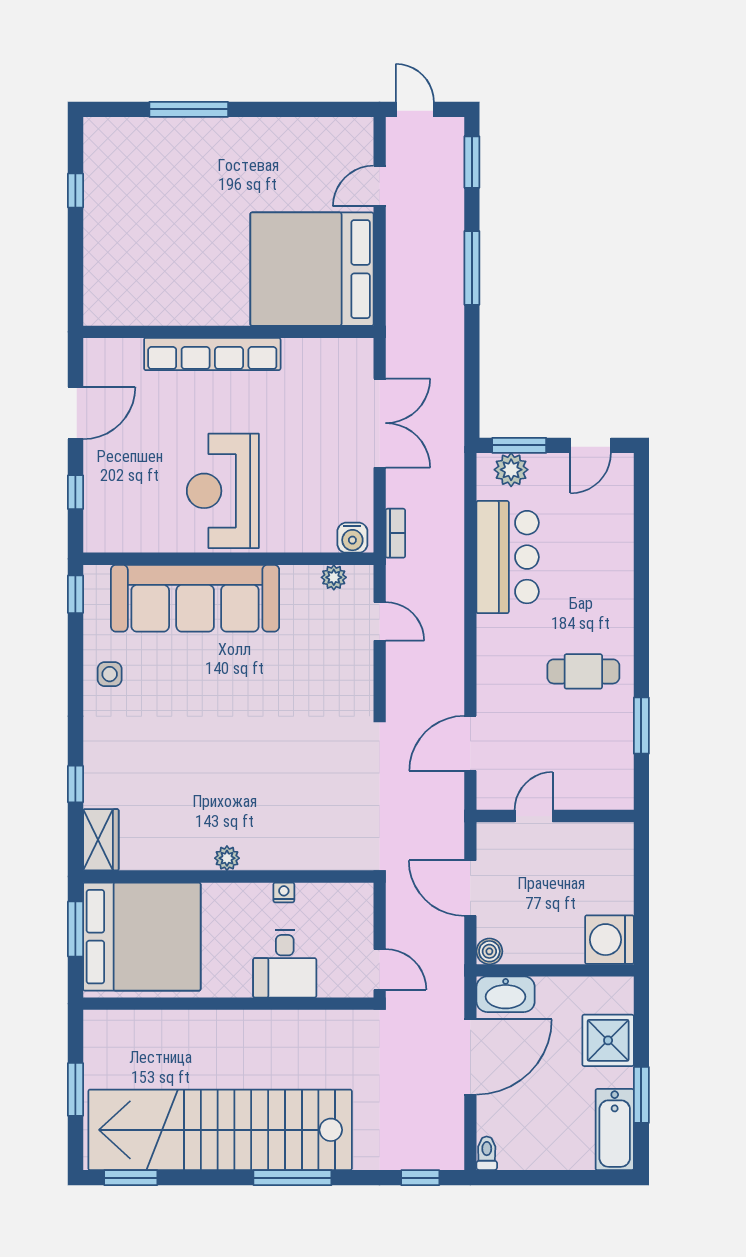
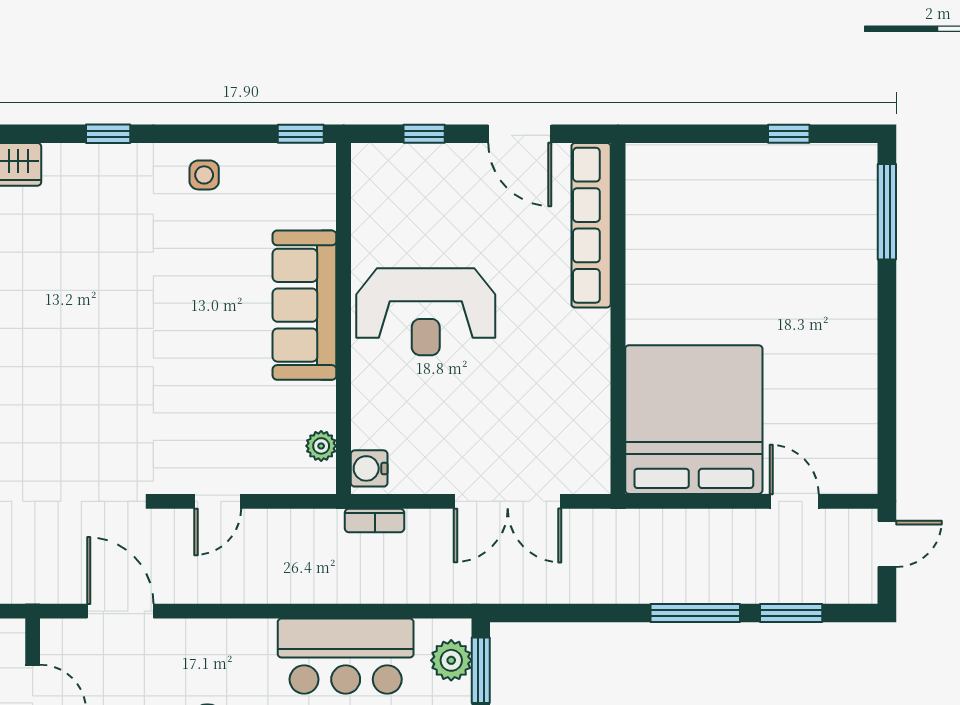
window: (189, 109) -> (887, 212), moved
window: (472, 162) -> (791, 613), moved
row of seats: (212, 354) -> (591, 225), moved
reception desk: (223, 491) -> (426, 312), turned 180
sofa: (195, 598) -> (304, 305), width x0.74, depth x0.79
door: (380, 621) -> (218, 501), moved
window: (75, 784) -> (108, 134), moved

